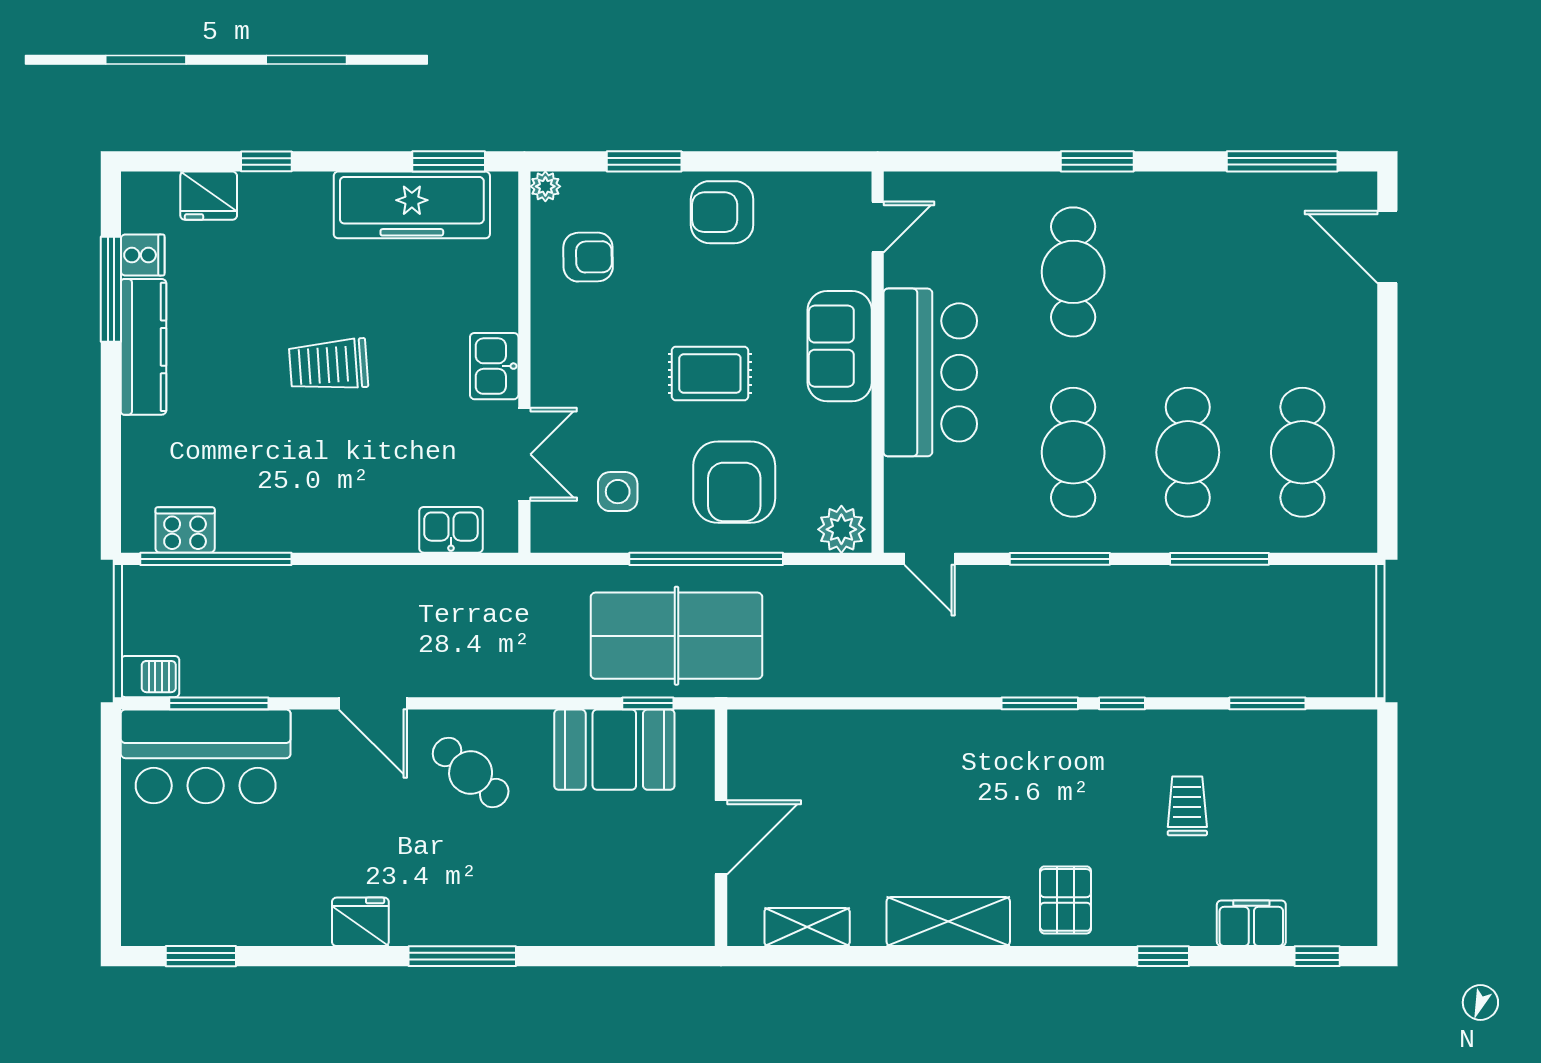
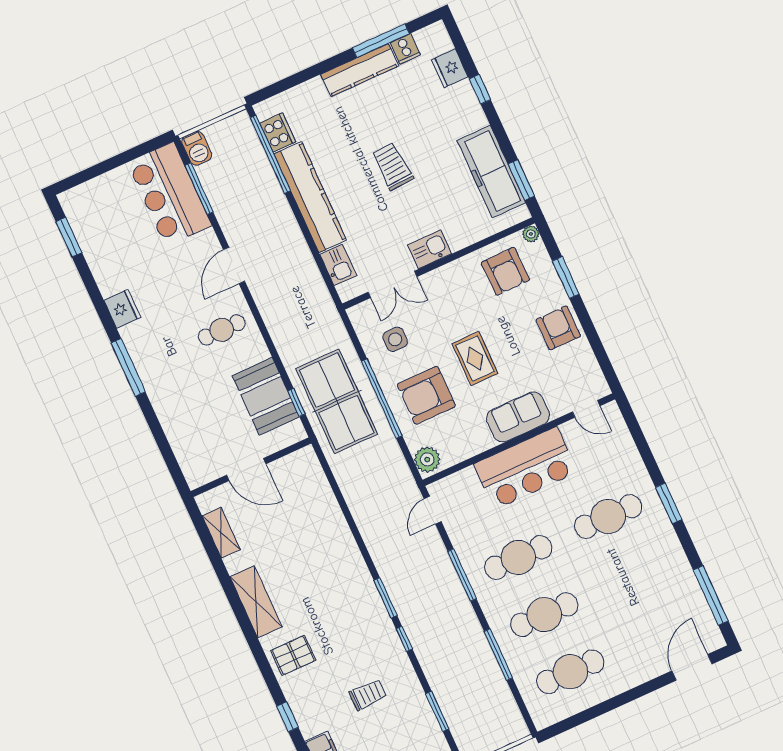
armchair: (588, 257) -> (505, 271), width x1.38, depth x1.38
kitchen counter: (317, 525) -> (310, 197), added
cafe table: (471, 772) -> (222, 330), turned 49

